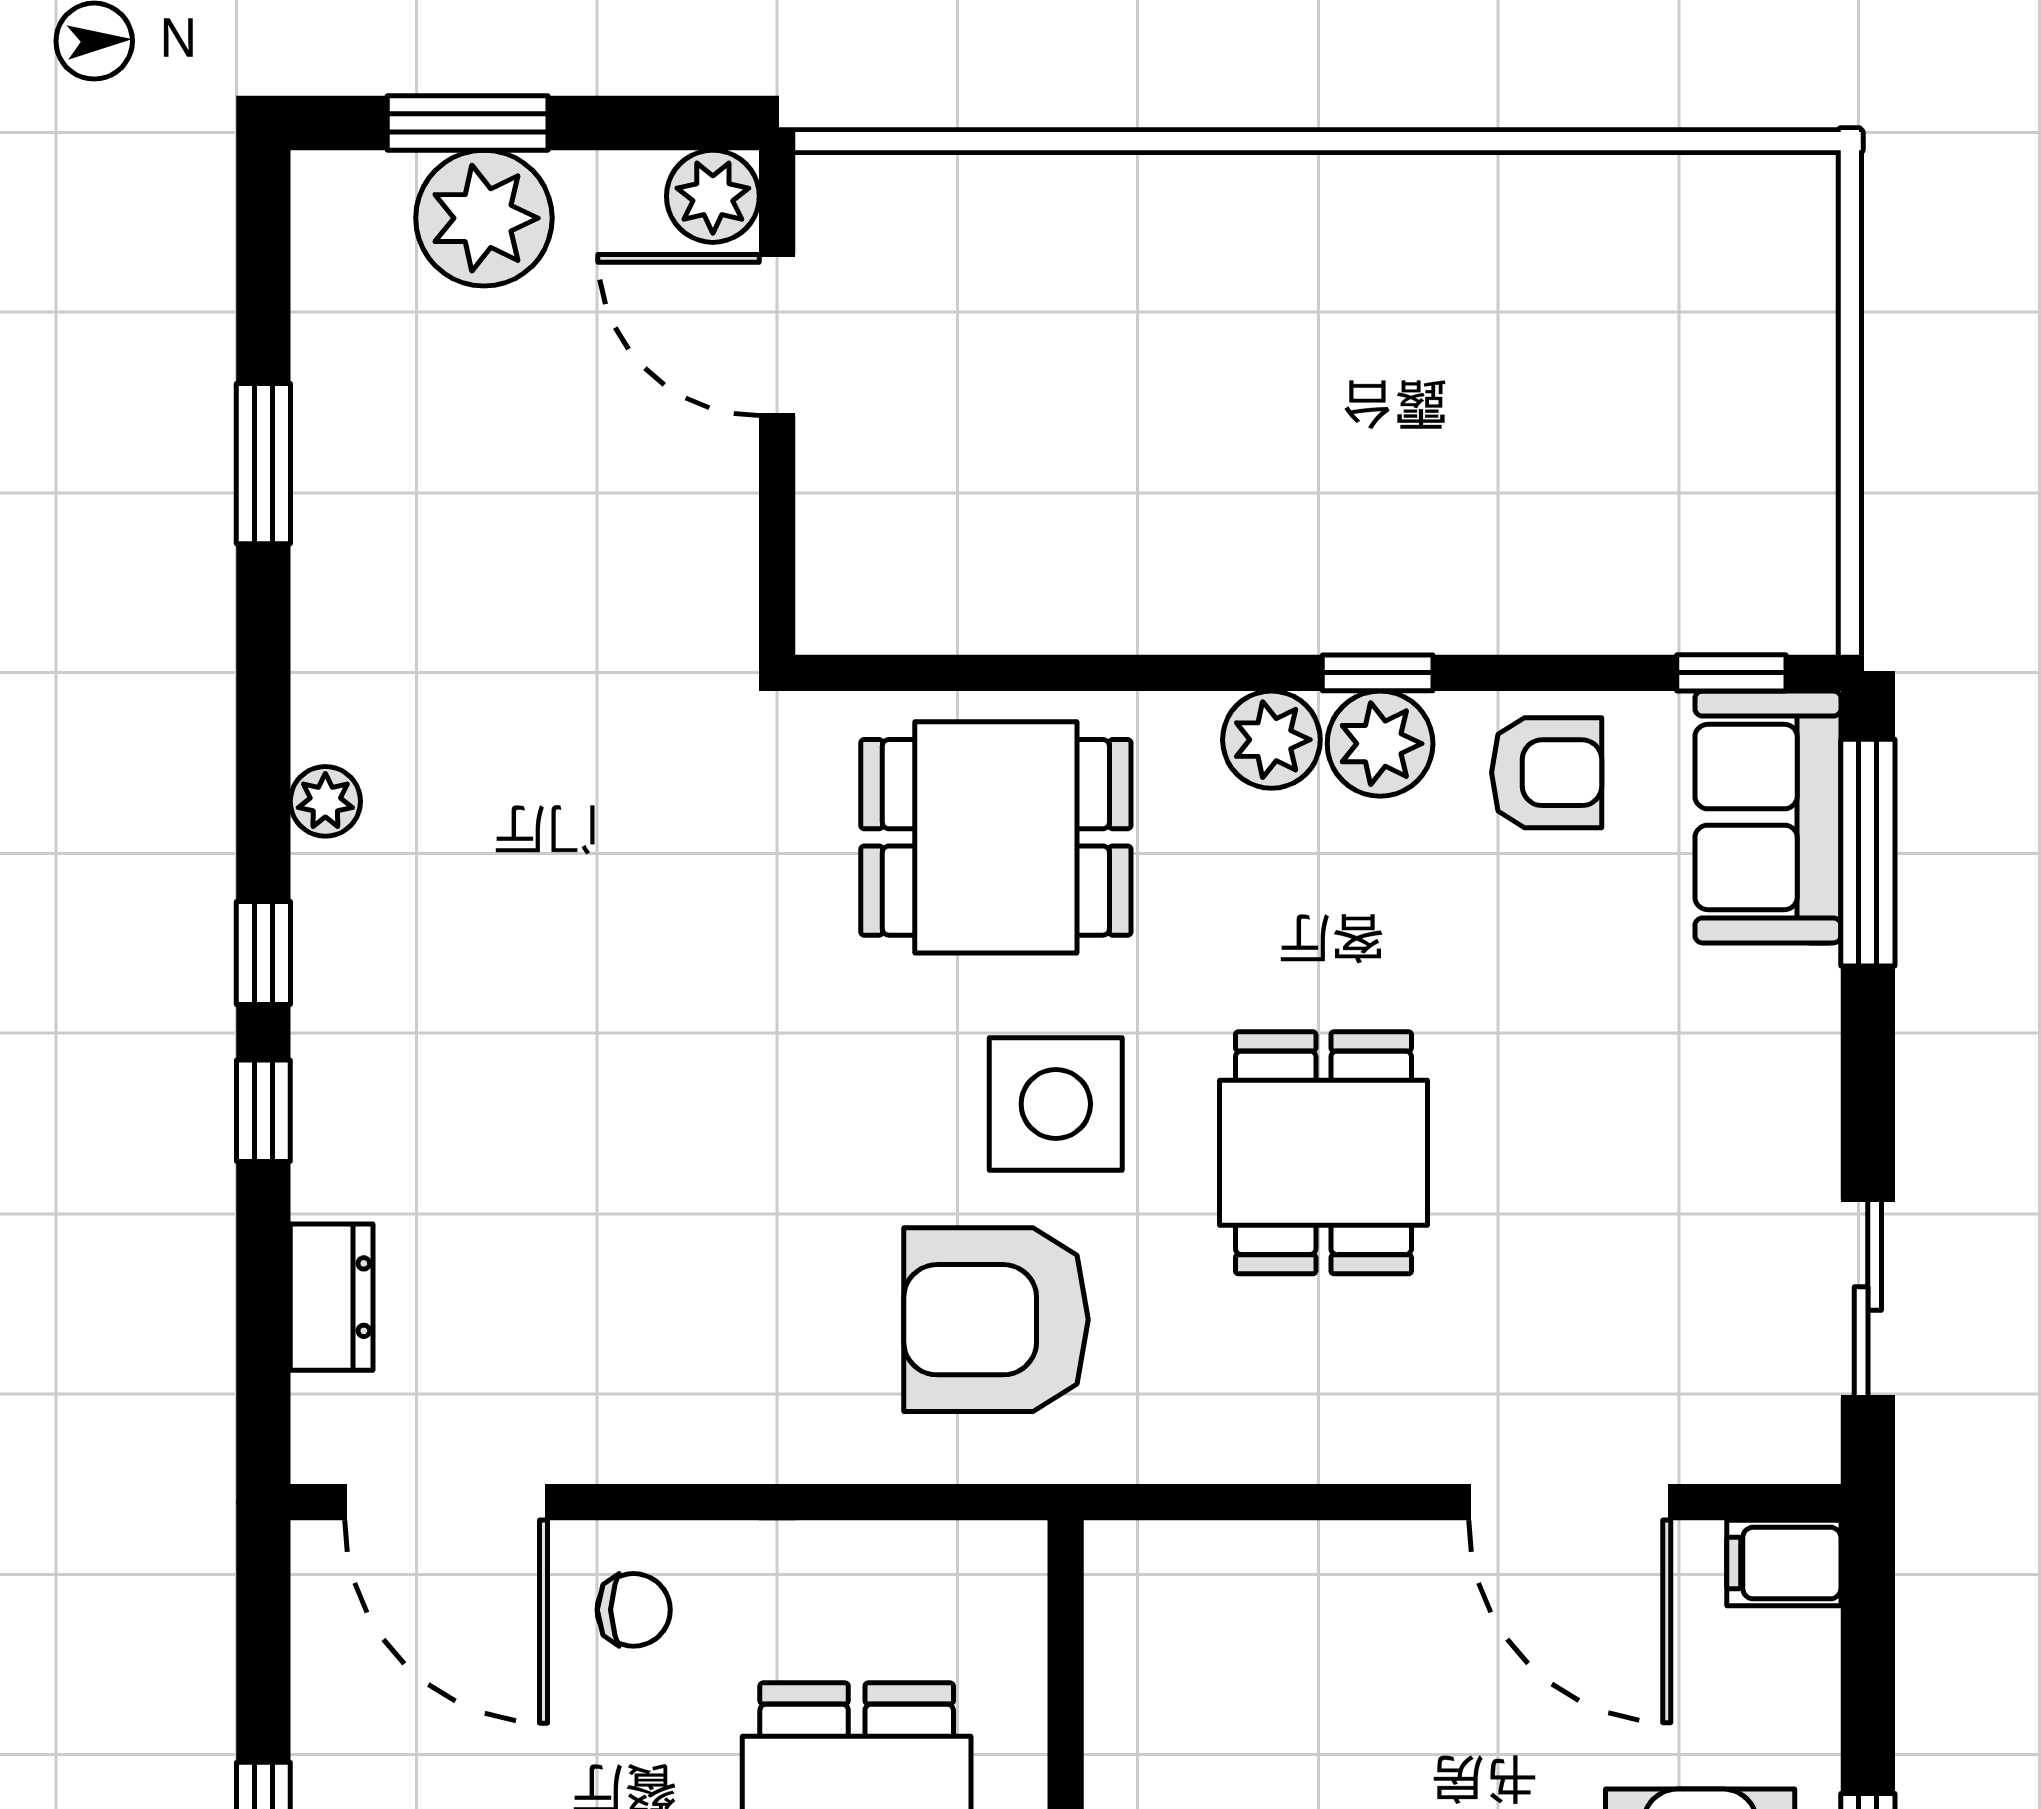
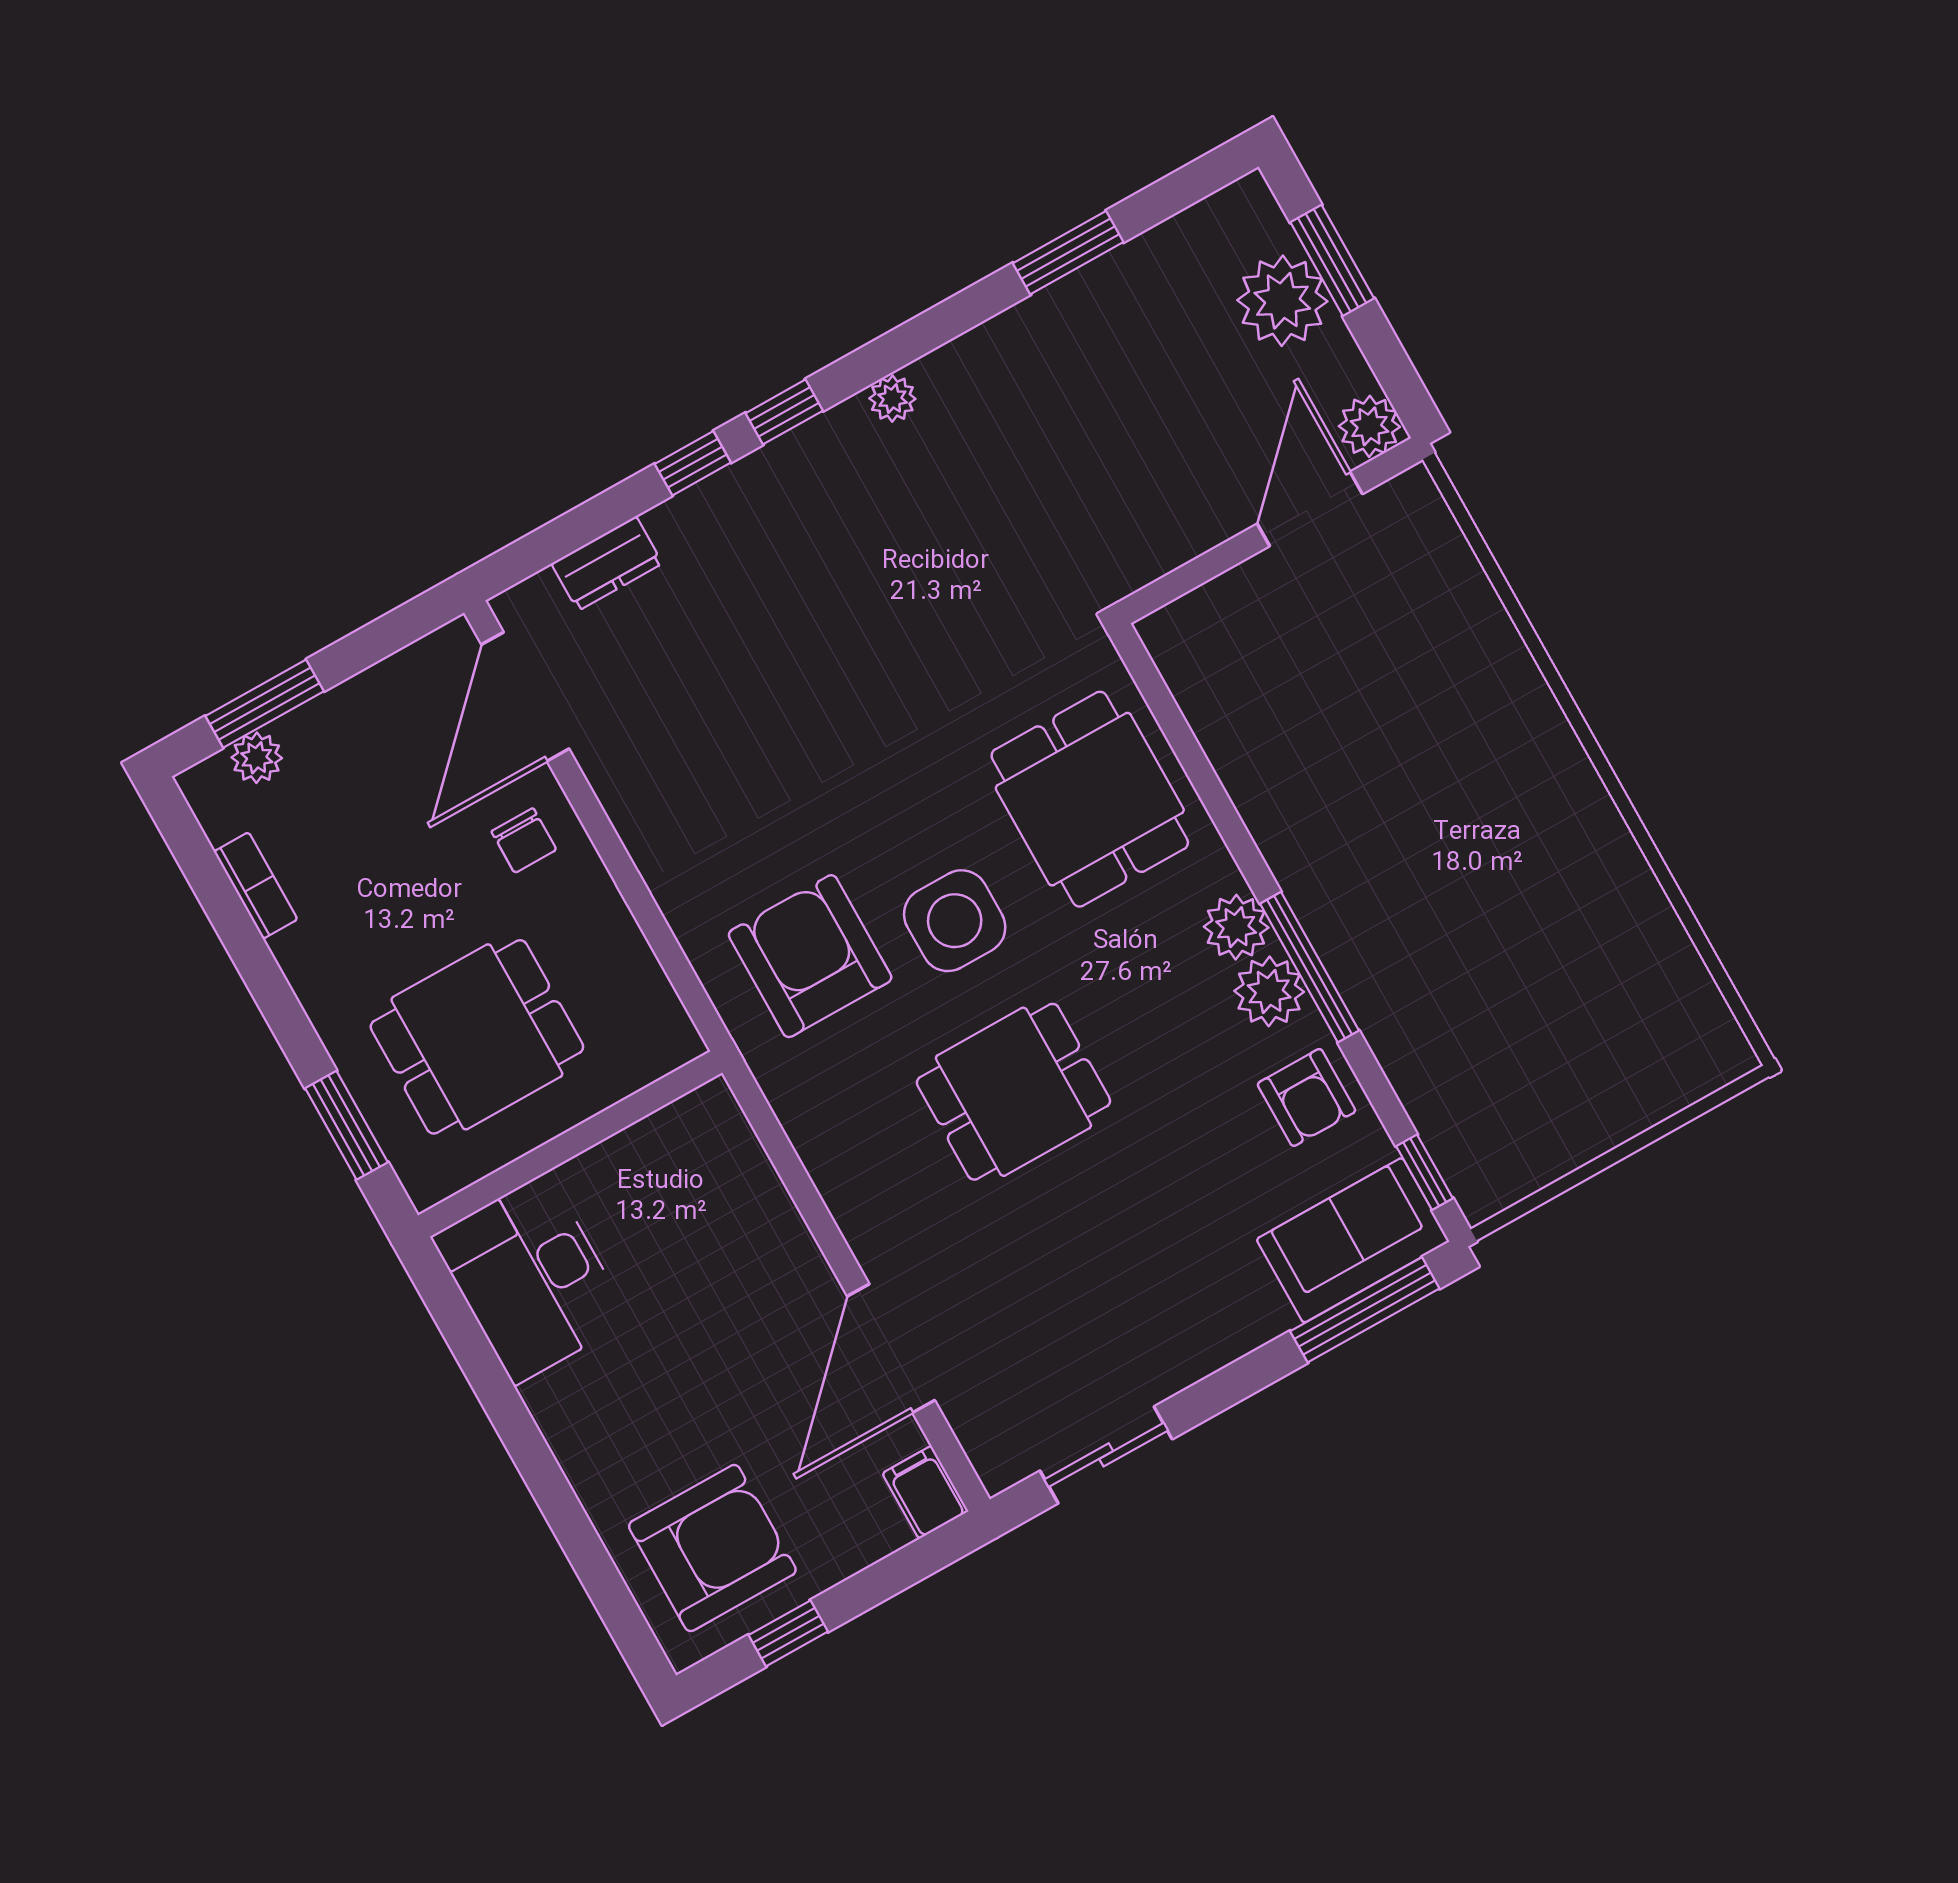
window: (1378, 673) -> (1309, 967), width x2.17

